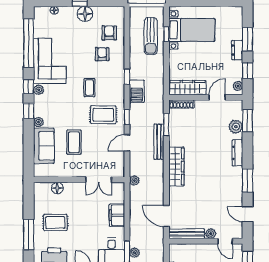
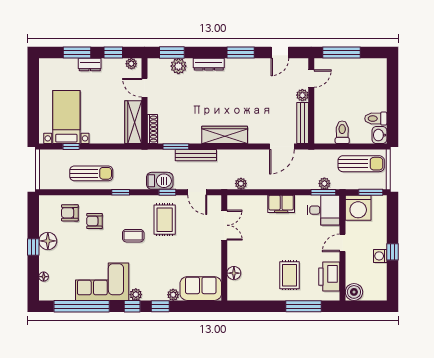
sun lounger: (151, 36) -> (91, 173), moved
barbecue: (137, 91) -> (160, 181), moved
coffee table: (74, 142) -> (196, 254), removed
wall: (79, 180) -> (224, 248), moved
double door: (99, 180) -> (224, 225), moved
floor lamp: (57, 188) -> (234, 273), moved

